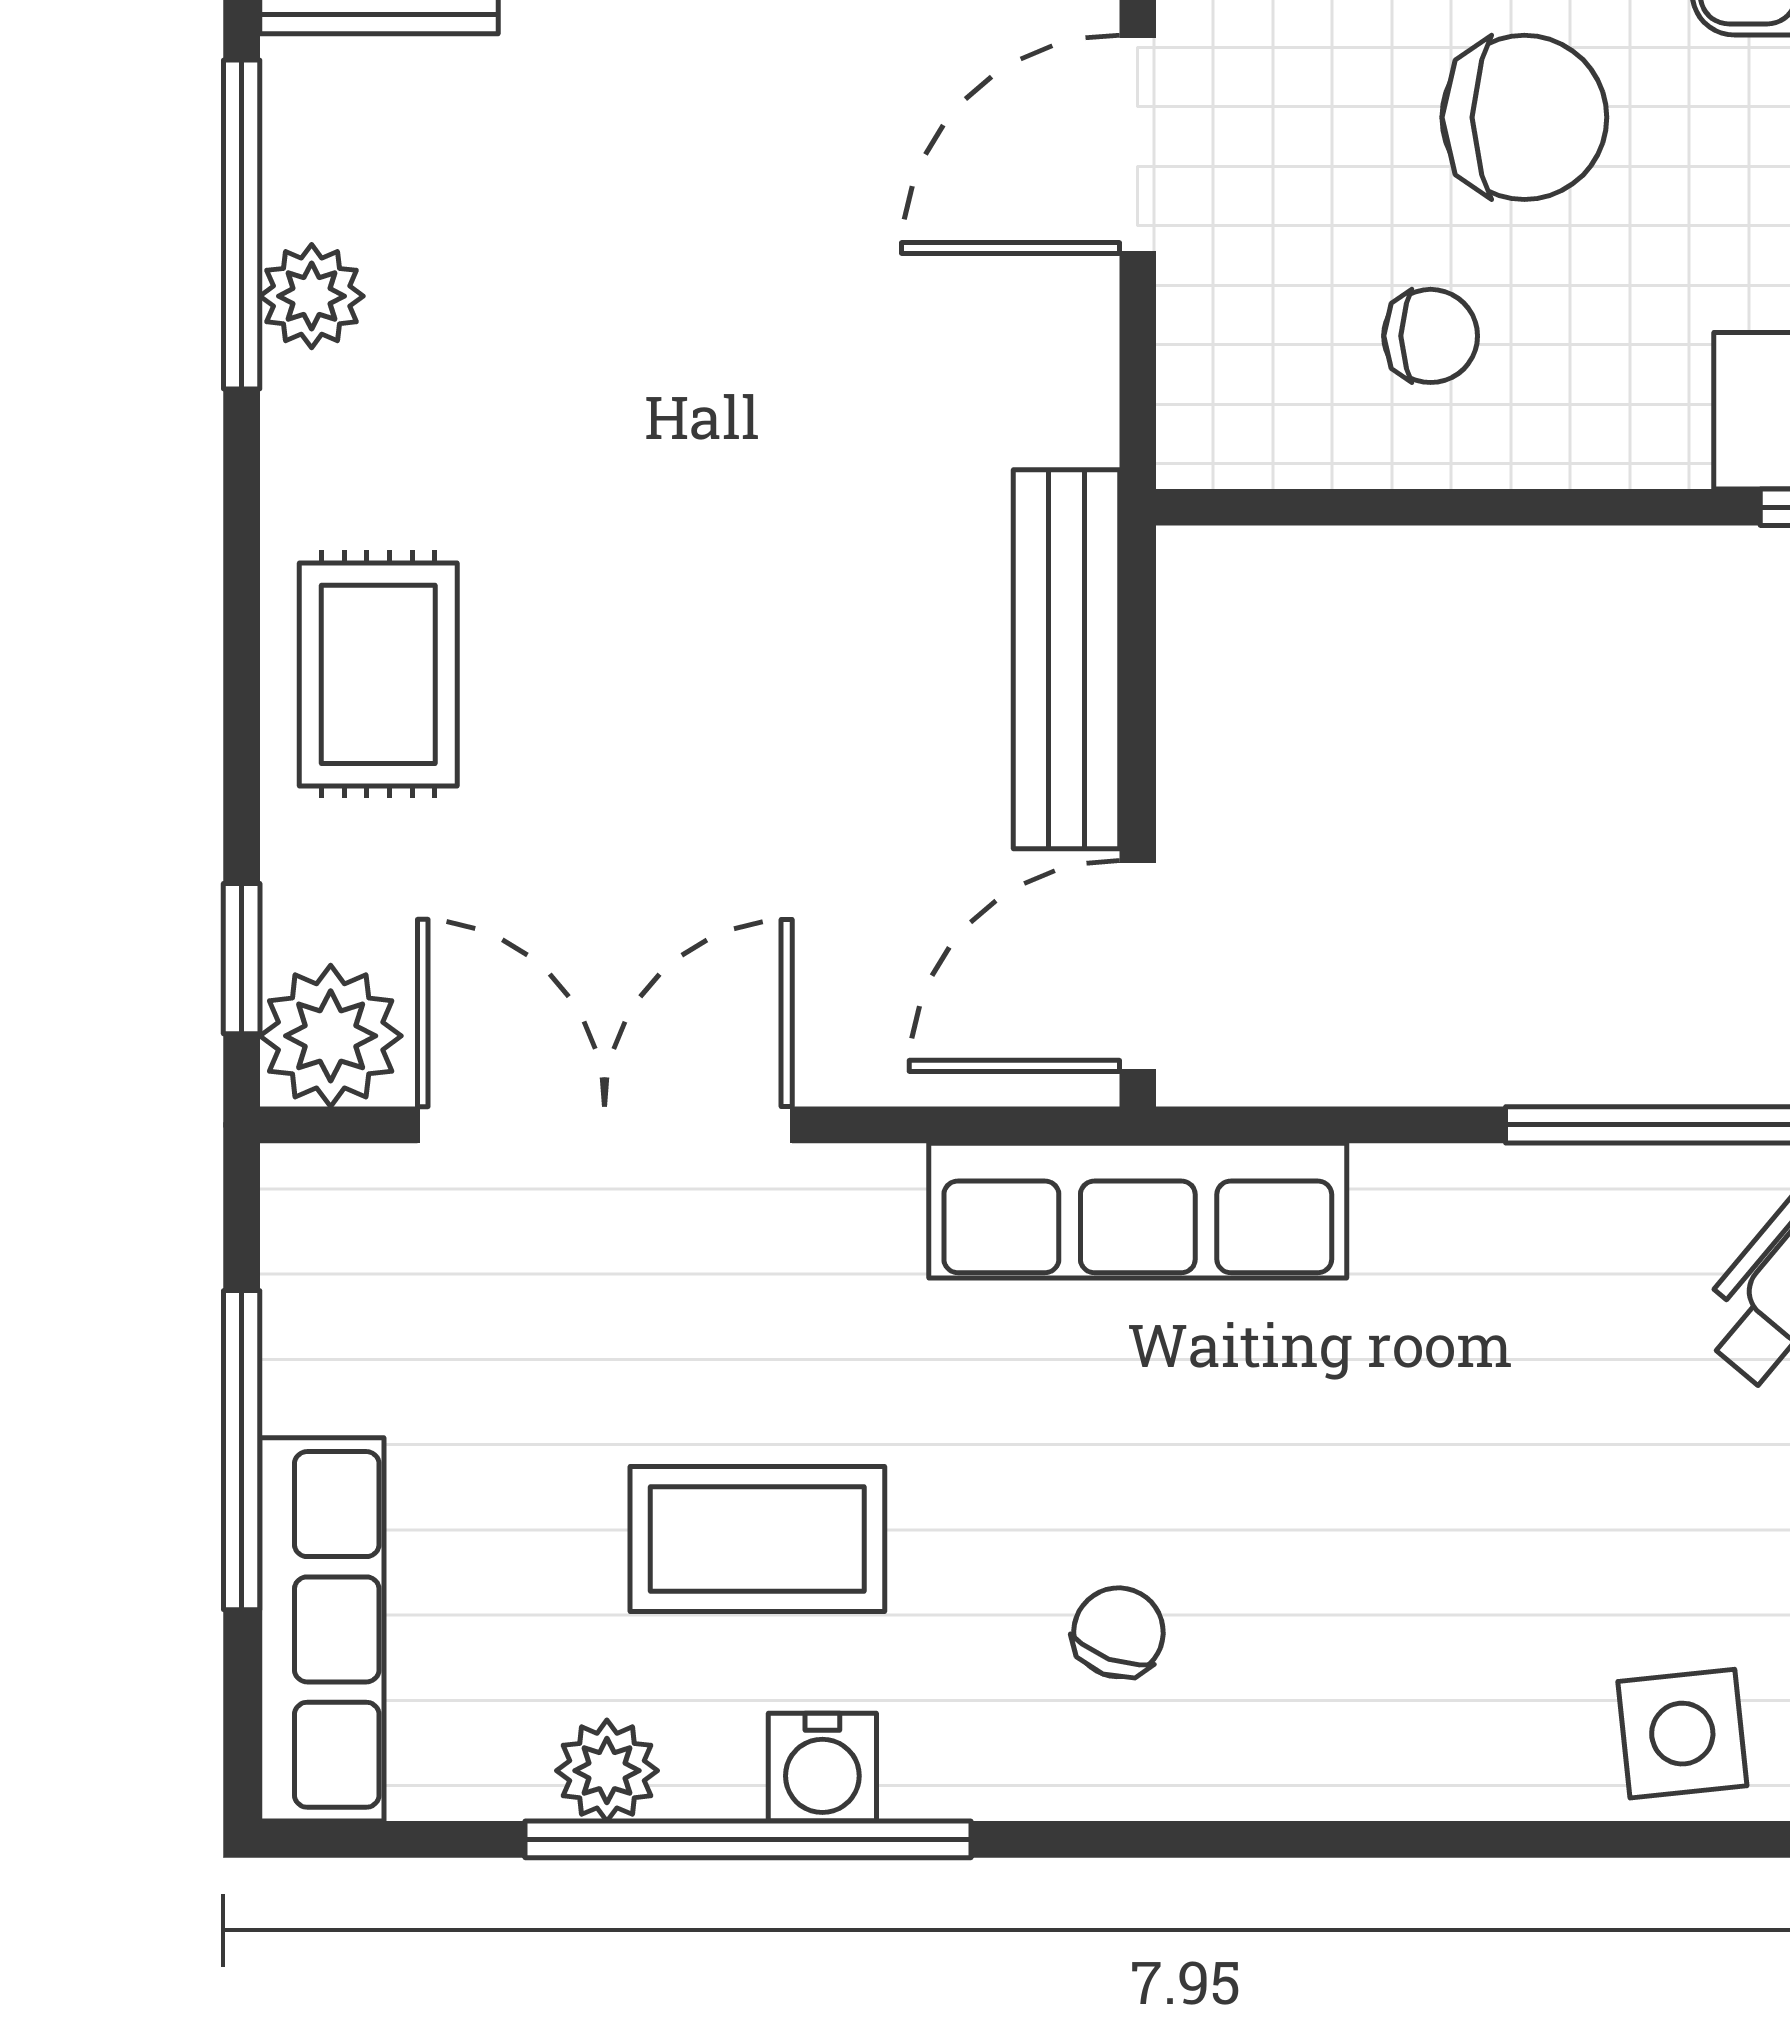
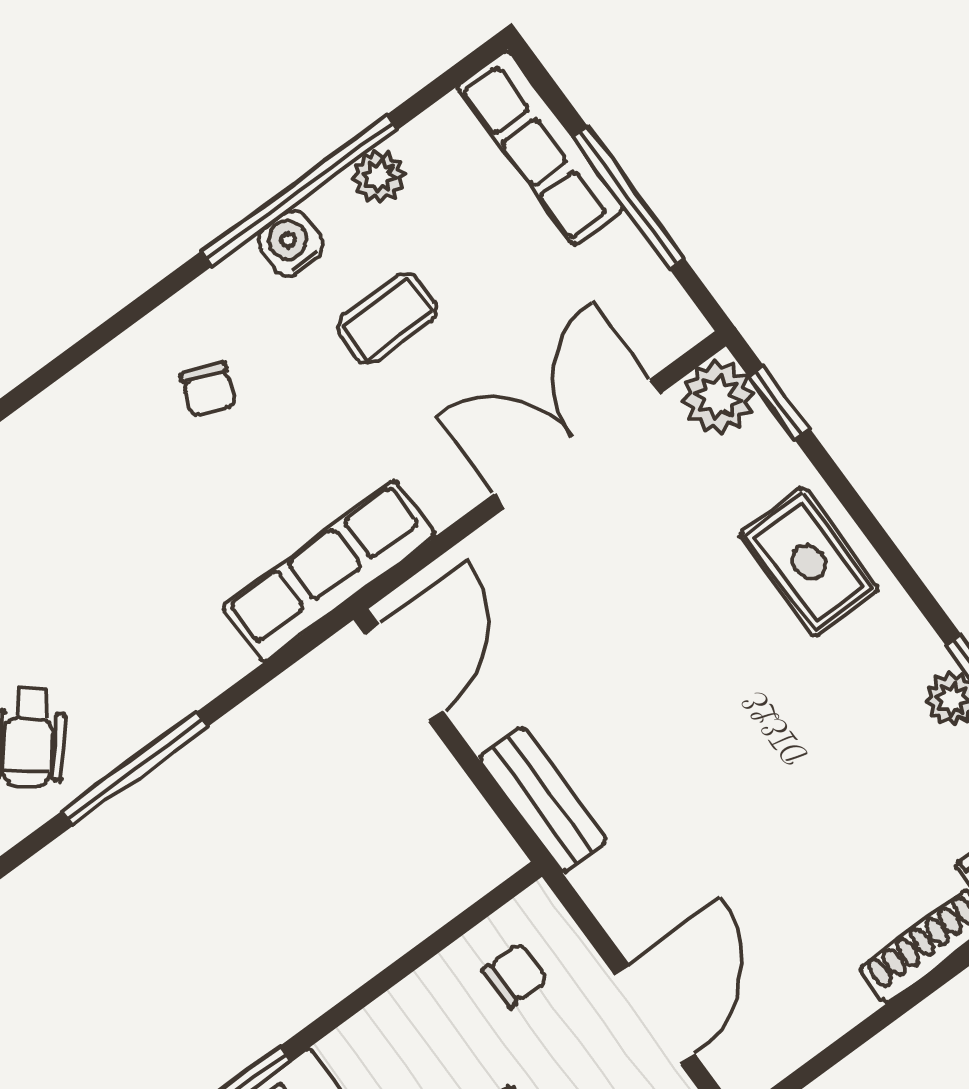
chair: (1431, 336) -> (515, 975), moved, turned 180
bench: (1067, 659) -> (543, 800), width x0.73
double door: (605, 1125) -> (577, 444), swing flipped
coffee table: (757, 1539) -> (387, 318), width x0.73, depth x0.77

